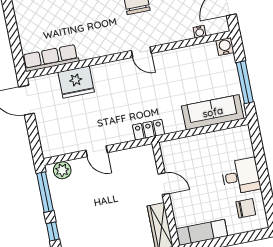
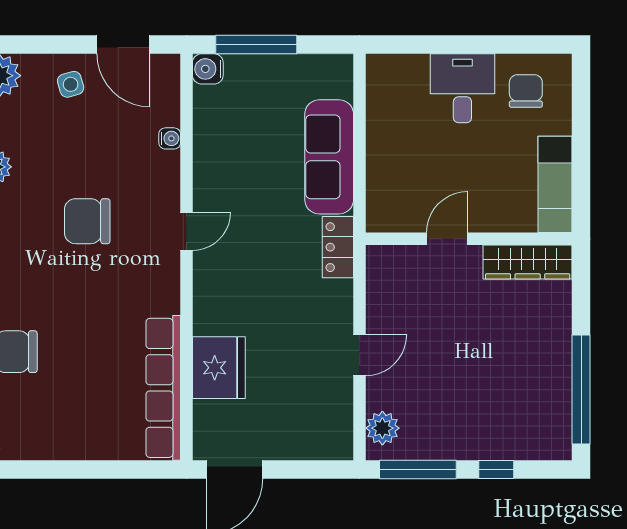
water cooler: (200, 32) -> (170, 138), moved
row of seats: (51, 58) -> (163, 388), width x1.36
window: (245, 82) -> (256, 45), moved
sofa: (213, 112) -> (329, 157), moved

